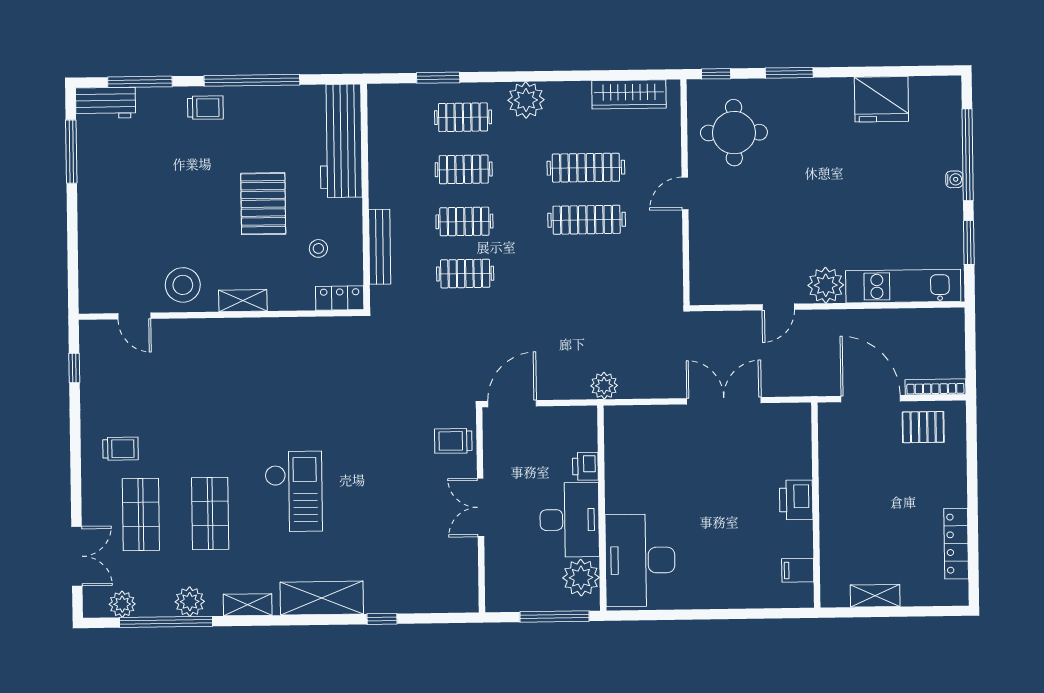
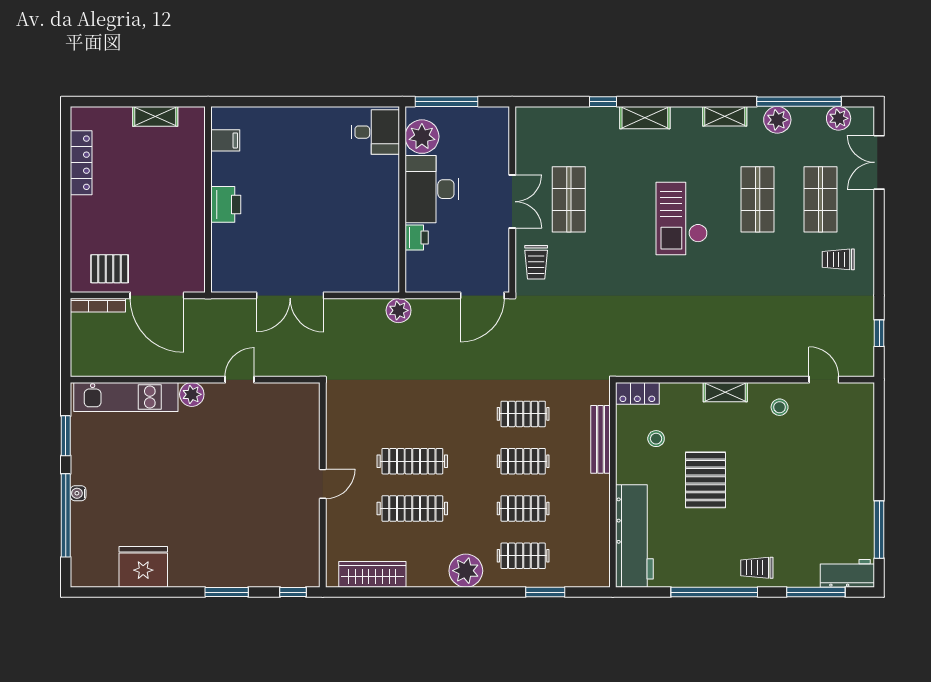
round table: (734, 133) -> (278, 538), removed
stool: (183, 285) -> (780, 407), width x0.53, depth x0.53
plant: (826, 285) -> (192, 394), width x0.73, depth x0.73
trolley: (453, 441) -> (536, 262), turned 90
shop shelf: (418, 511) -> (569, 199), added
desk: (640, 560) -> (375, 132), width x0.53, depth x0.77
shelving: (322, 598) -> (645, 118), width x0.67, depth x0.75

